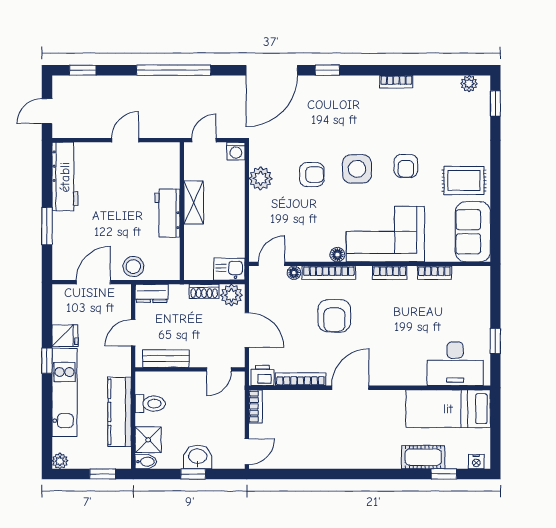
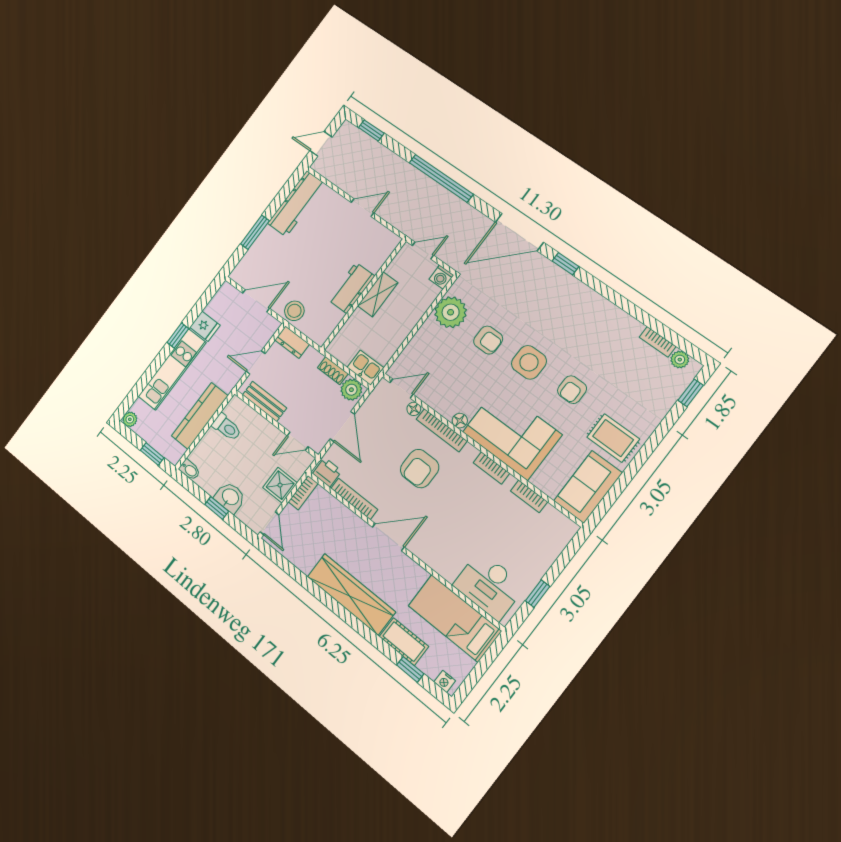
bookcase: (396, 82) -> (658, 342), moved
plant: (261, 178) -> (451, 312), width x1.36, depth x1.36
shower: (148, 440) -> (280, 485), moved
door: (247, 452) -> (270, 523), hinge flipped
wardrobe: (355, 454) -> (351, 594), added

